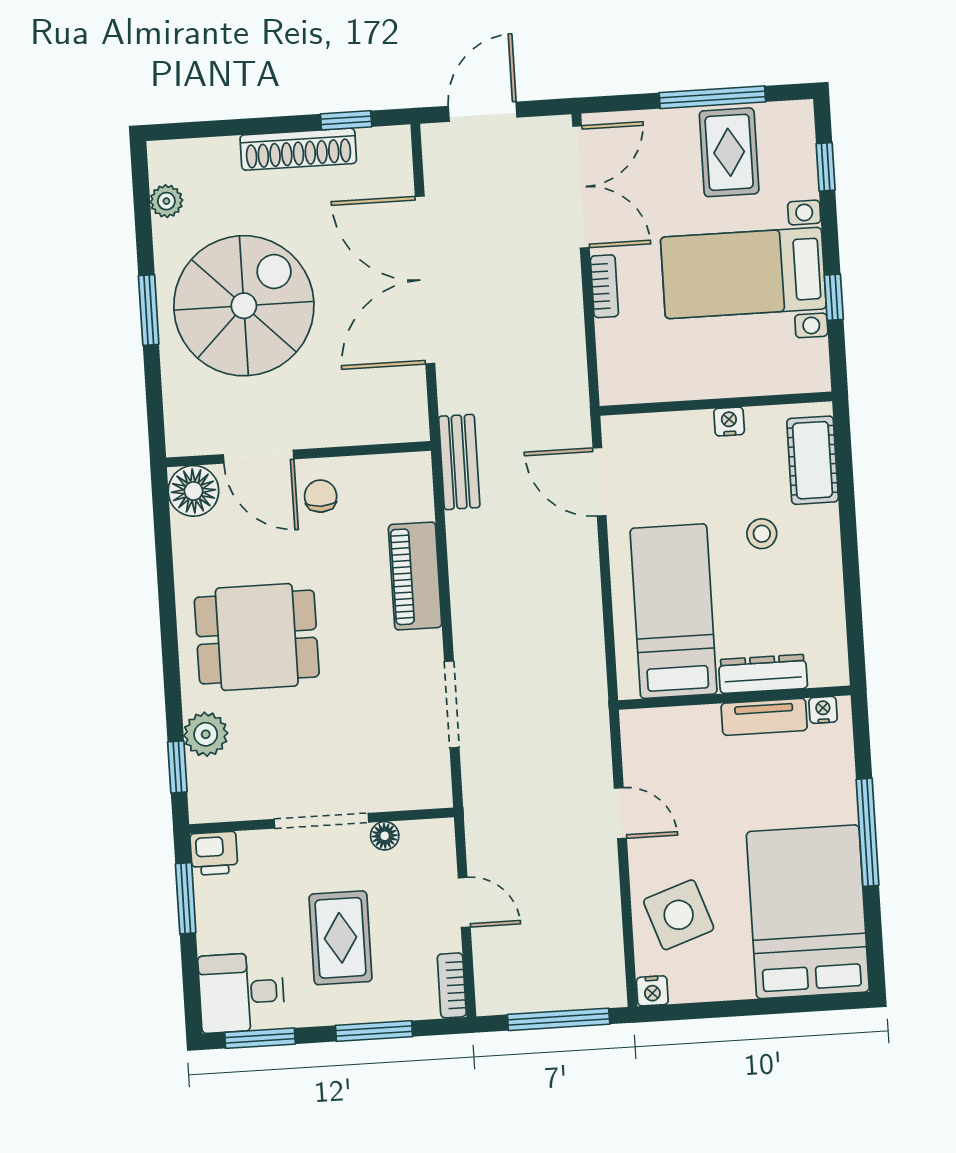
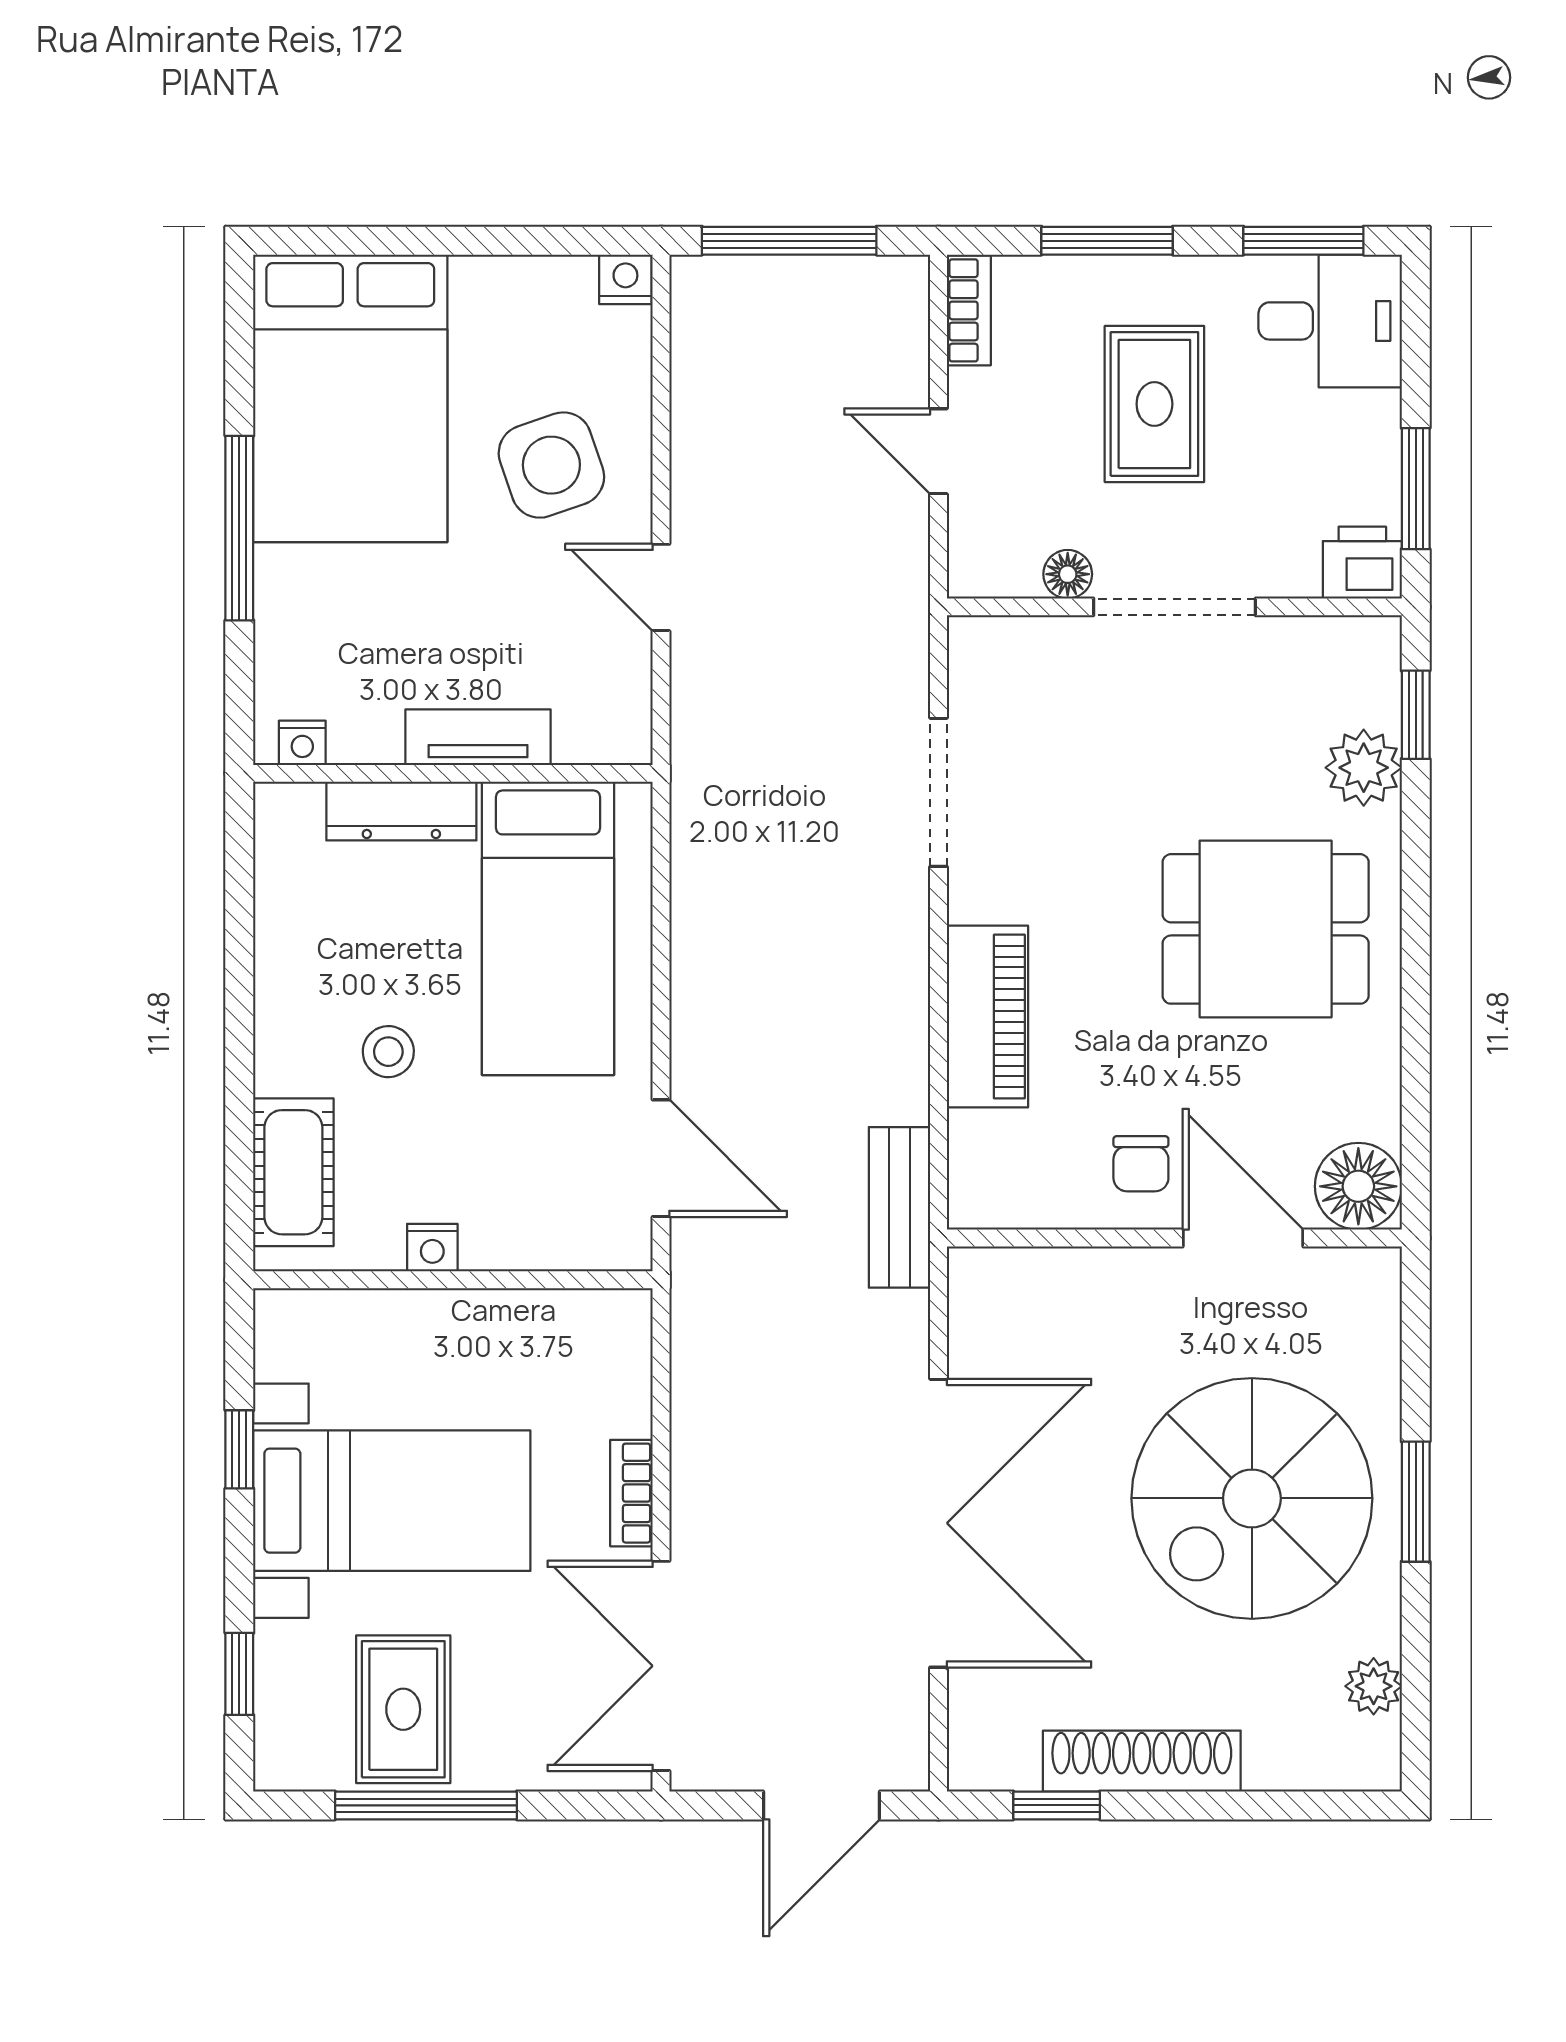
tv unit: (764, 717) -> (478, 737), moved
side table: (679, 915) -> (551, 465), moved

